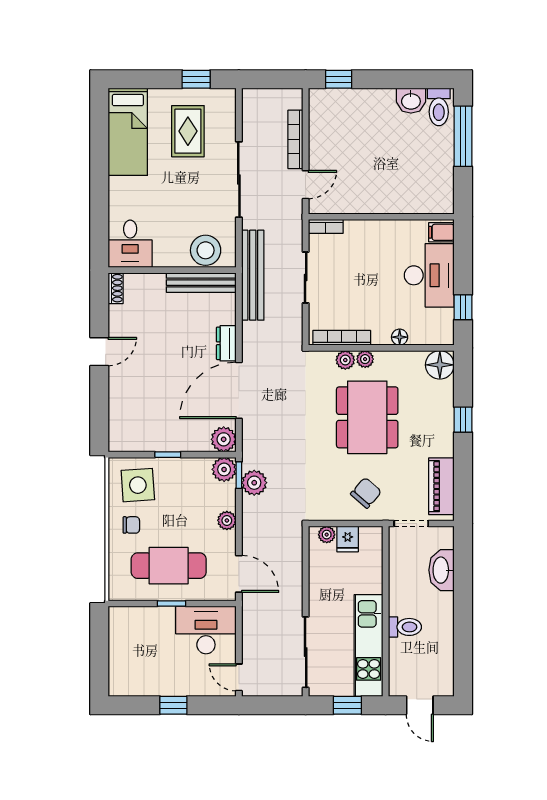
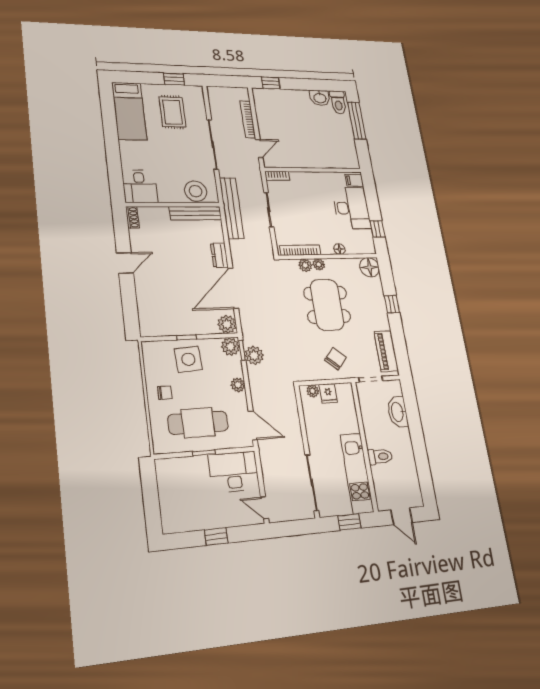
side table: (138, 485) -> (188, 359), moved

